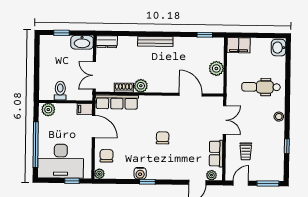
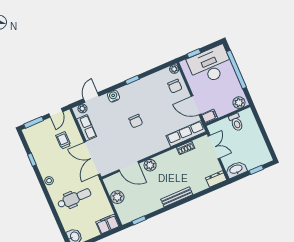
plant: (141, 86) -> (150, 165), moved
double door: (224, 120) -> (92, 158), width x1.37
water cooler: (140, 173) -> (113, 96), moved

